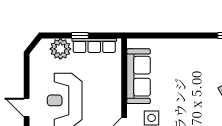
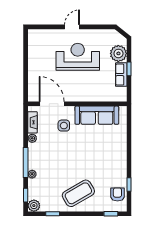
row of seats: (94, 45) -> (121, 75), width x0.68

